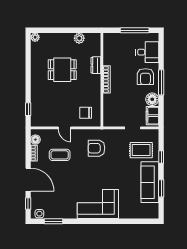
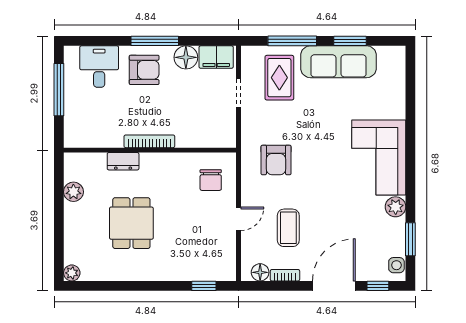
window: (161, 157) -> (292, 41), width x2.17
plant: (71, 213) -> (396, 207), added

